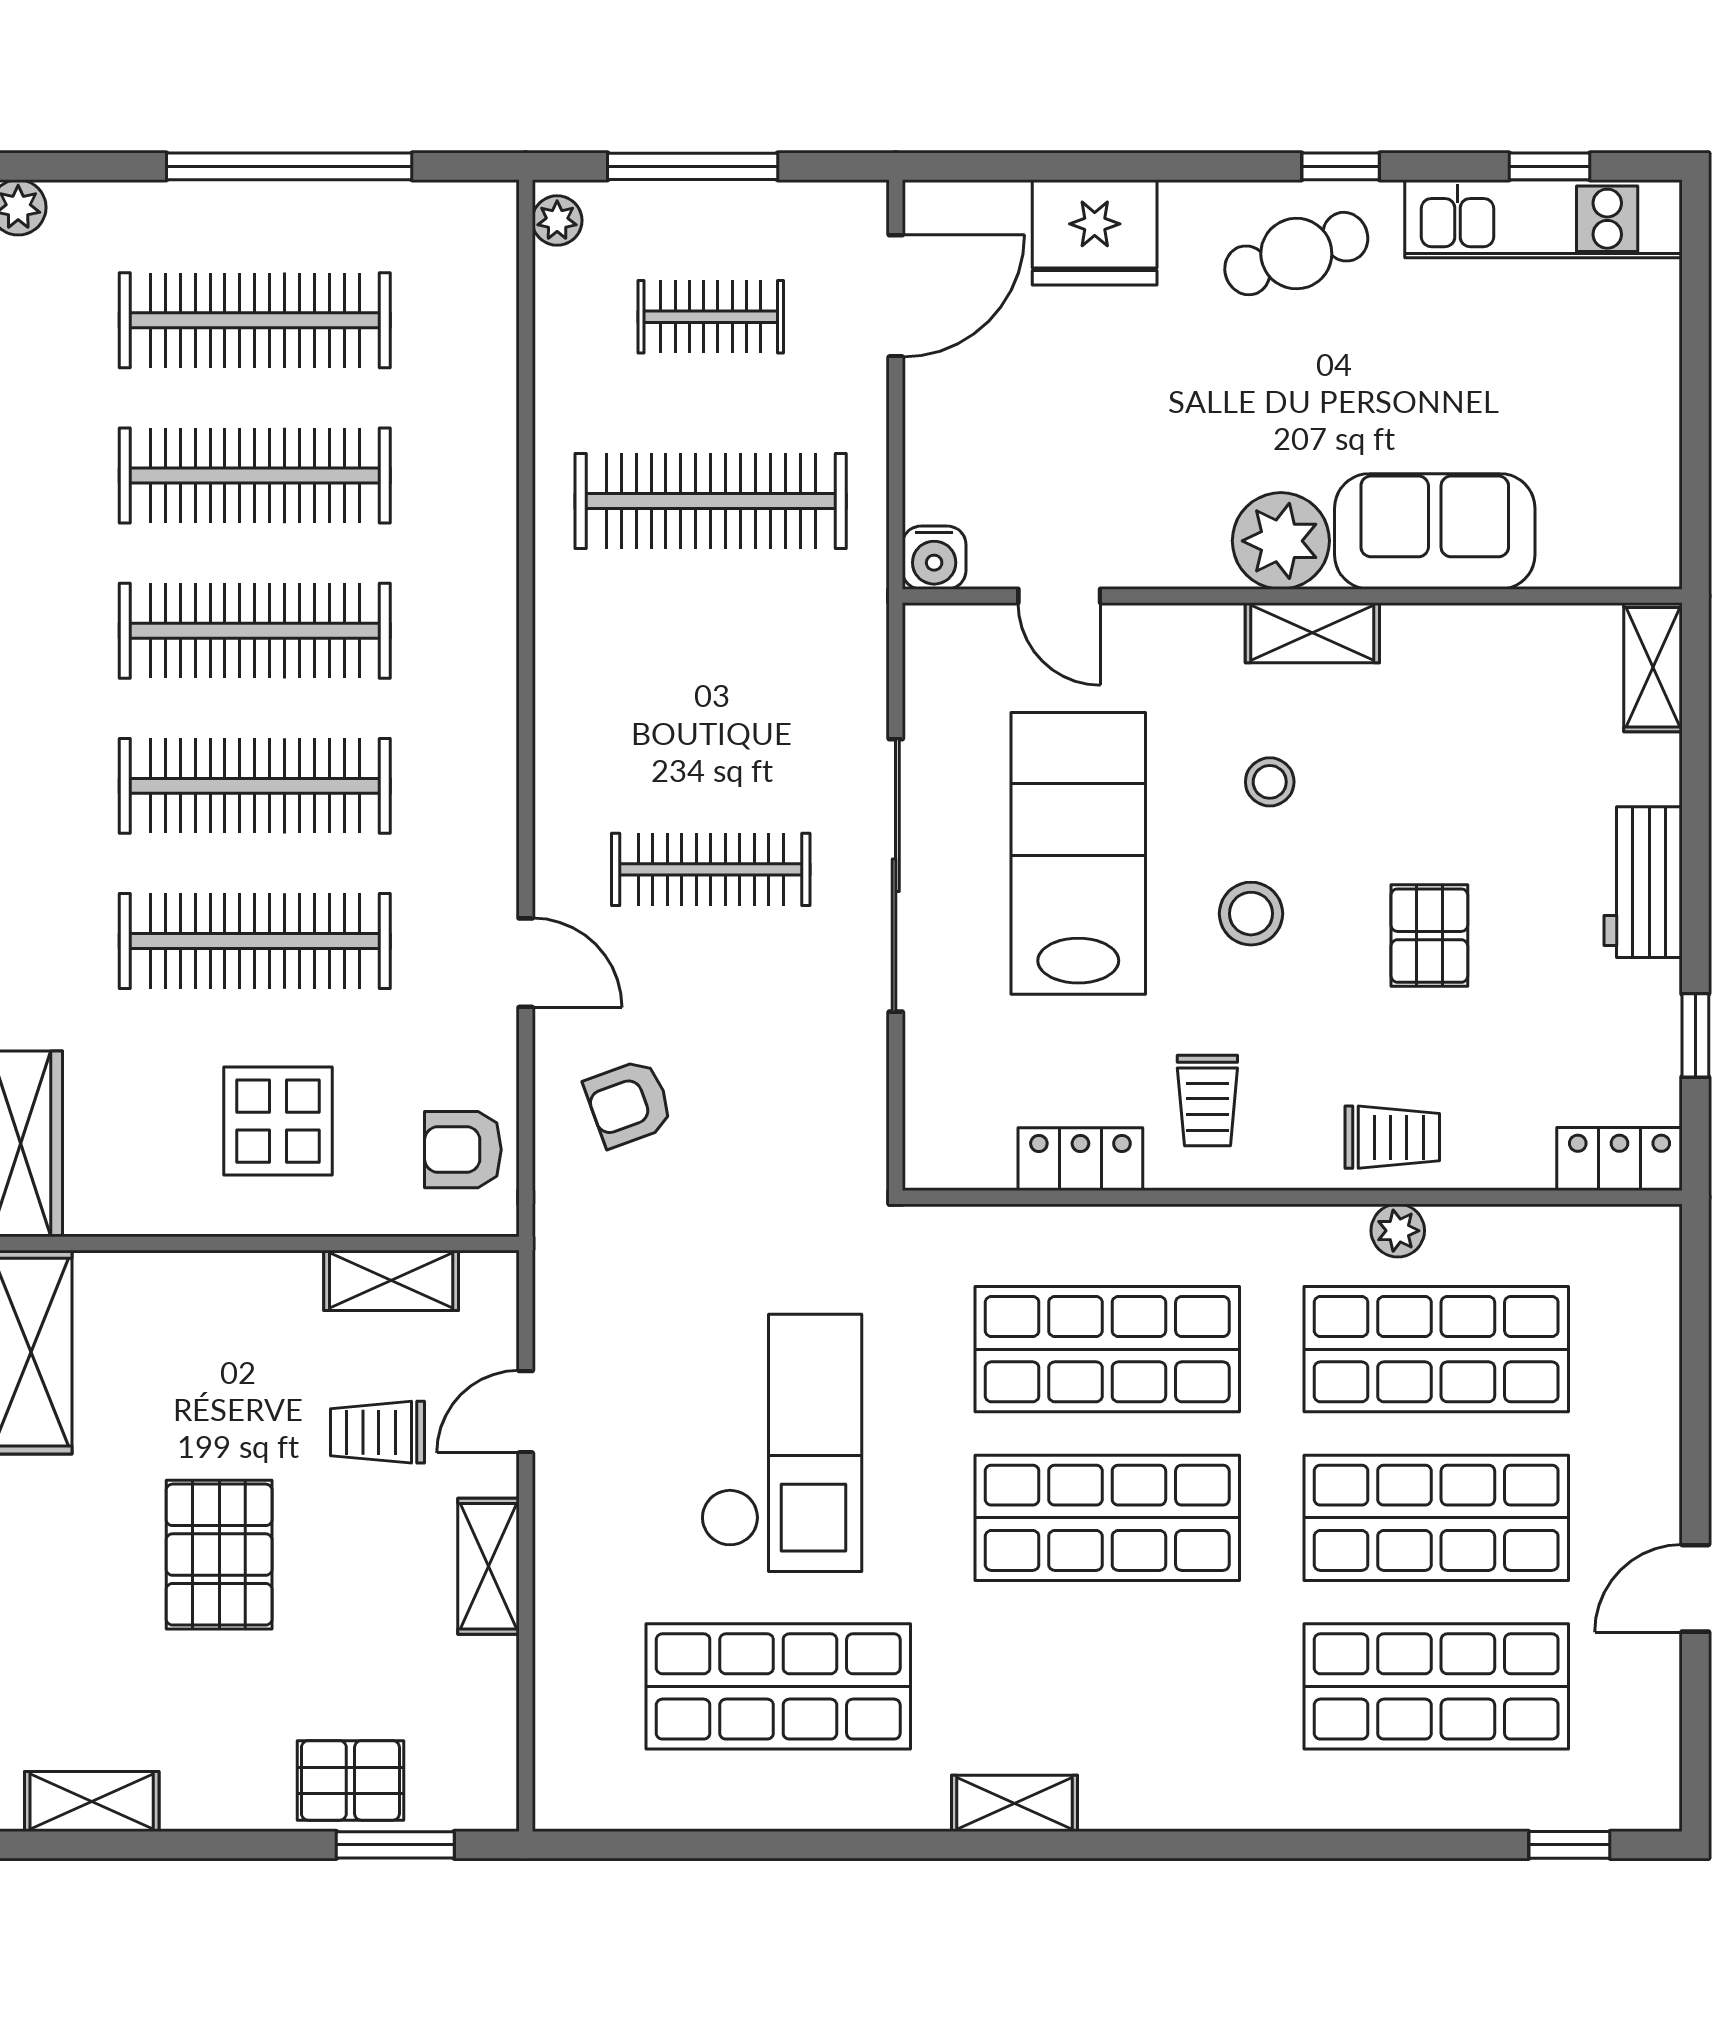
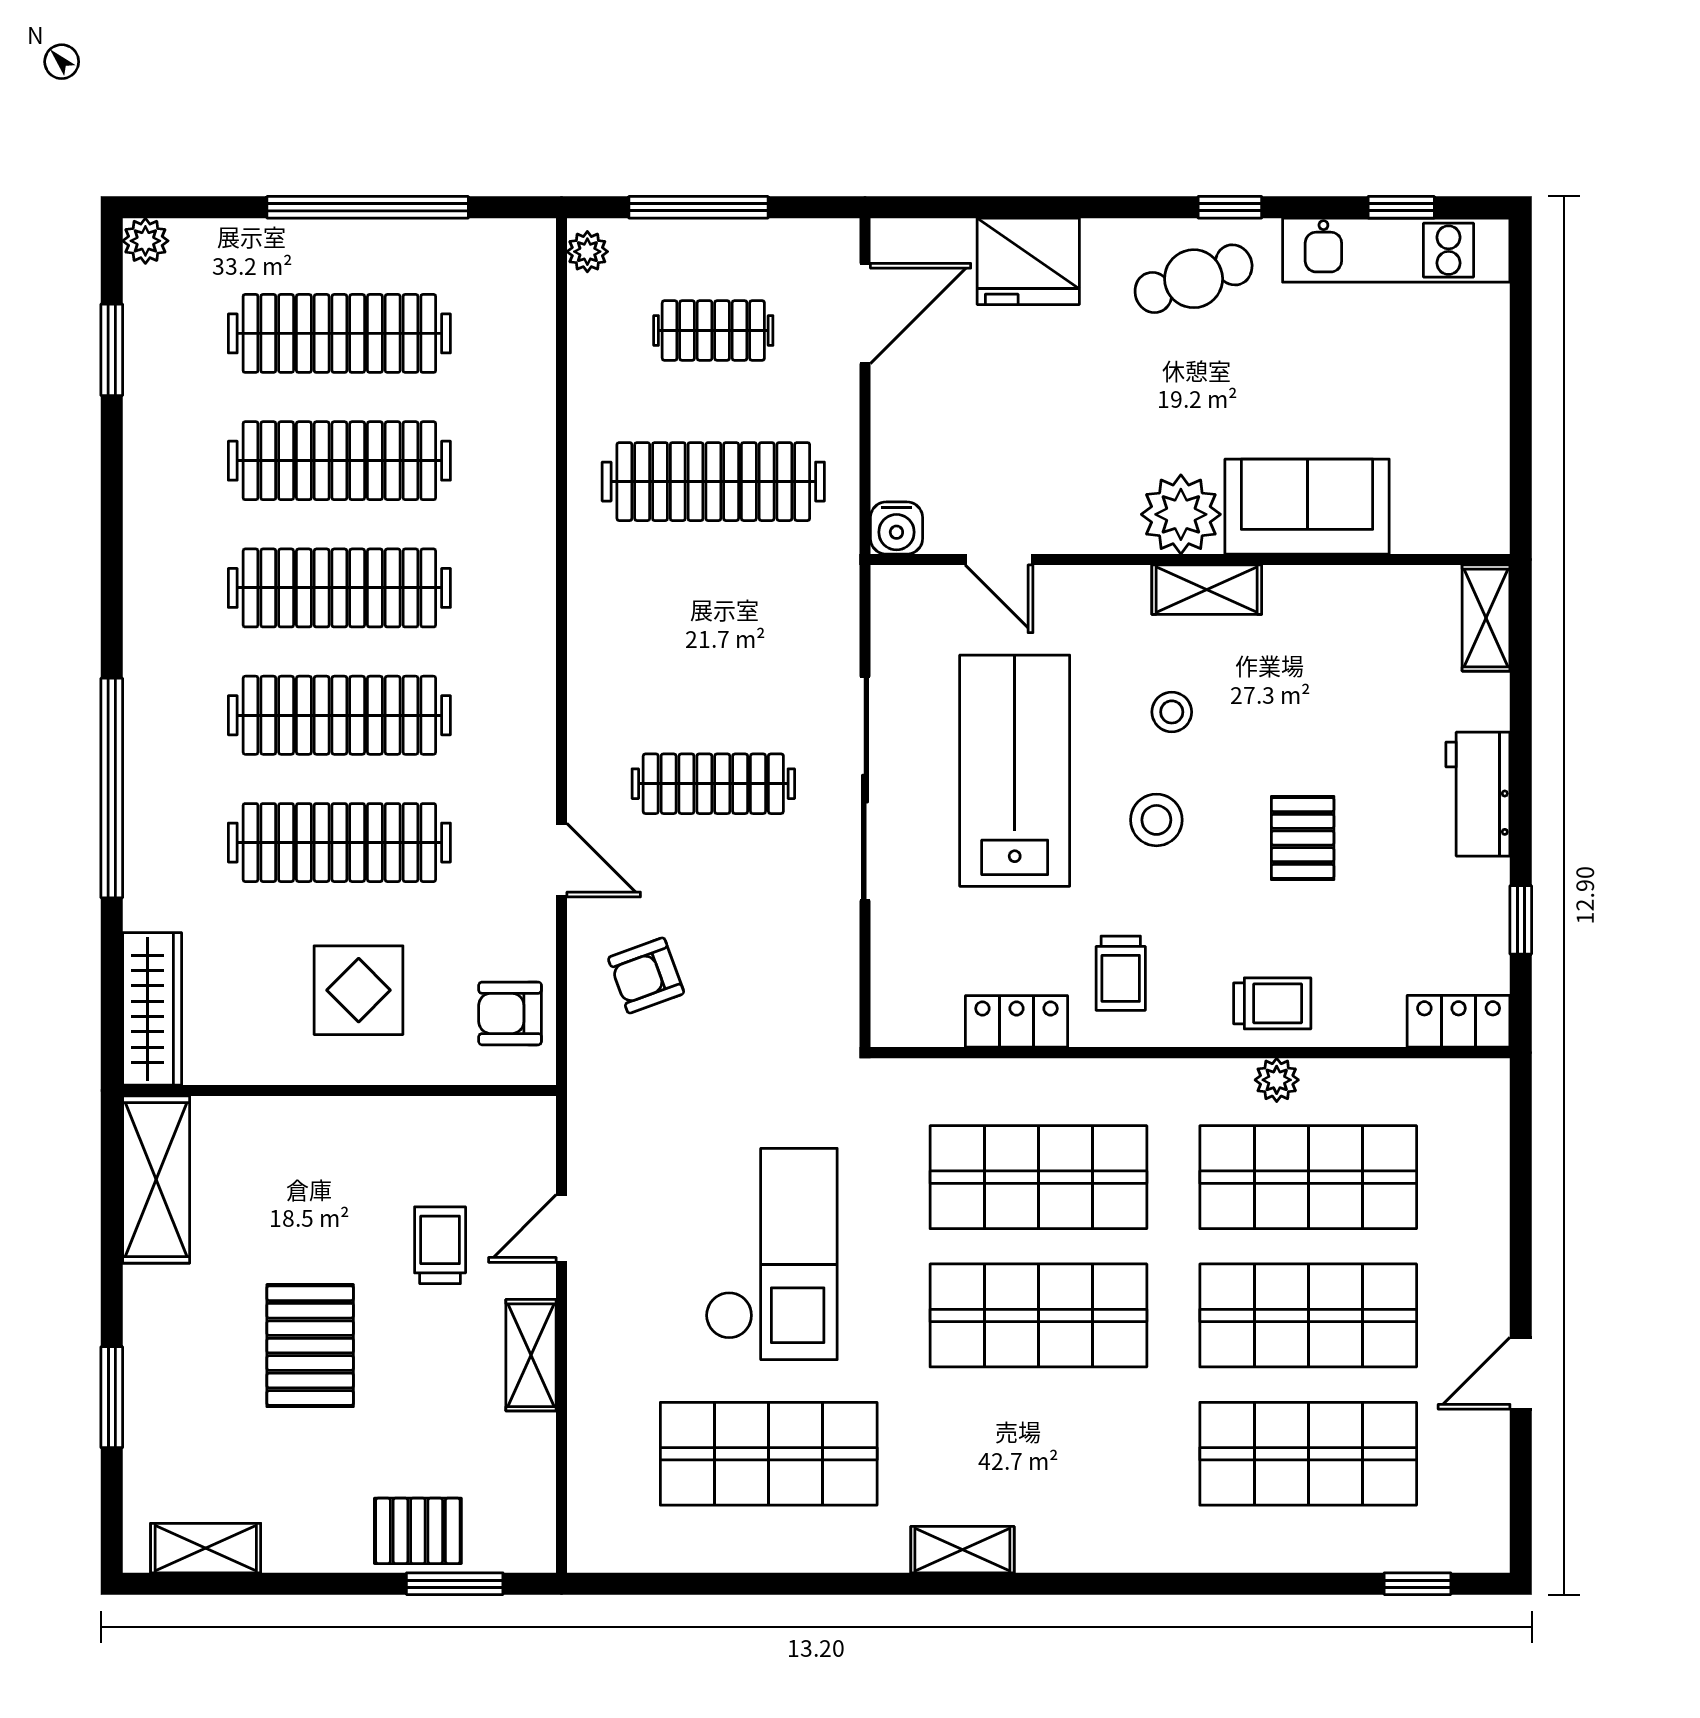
shelving: (391, 1280) -> (451, 1121), removed
trolley: (377, 1432) -> (440, 1245), turned 90

